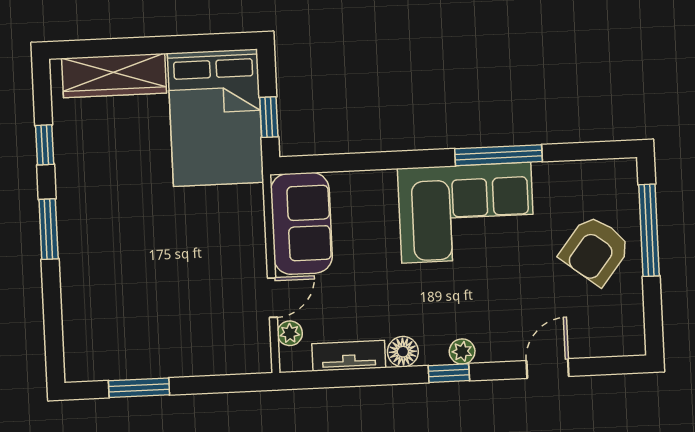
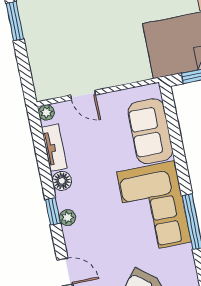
sofa: (301, 223) -> (150, 131), moved, turned 90
plant: (290, 333) -> (46, 112), moved

